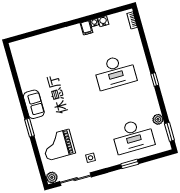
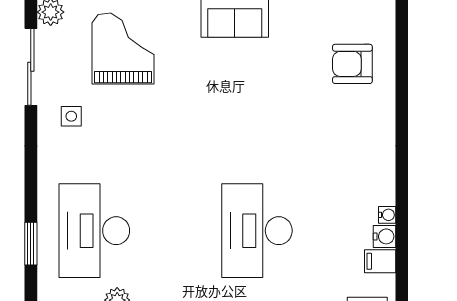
filing cabinet: (86, 28) -> (380, 261), moved
armchair: (39, 53) -> (352, 64), added
window: (130, 164) -> (31, 244), moved

